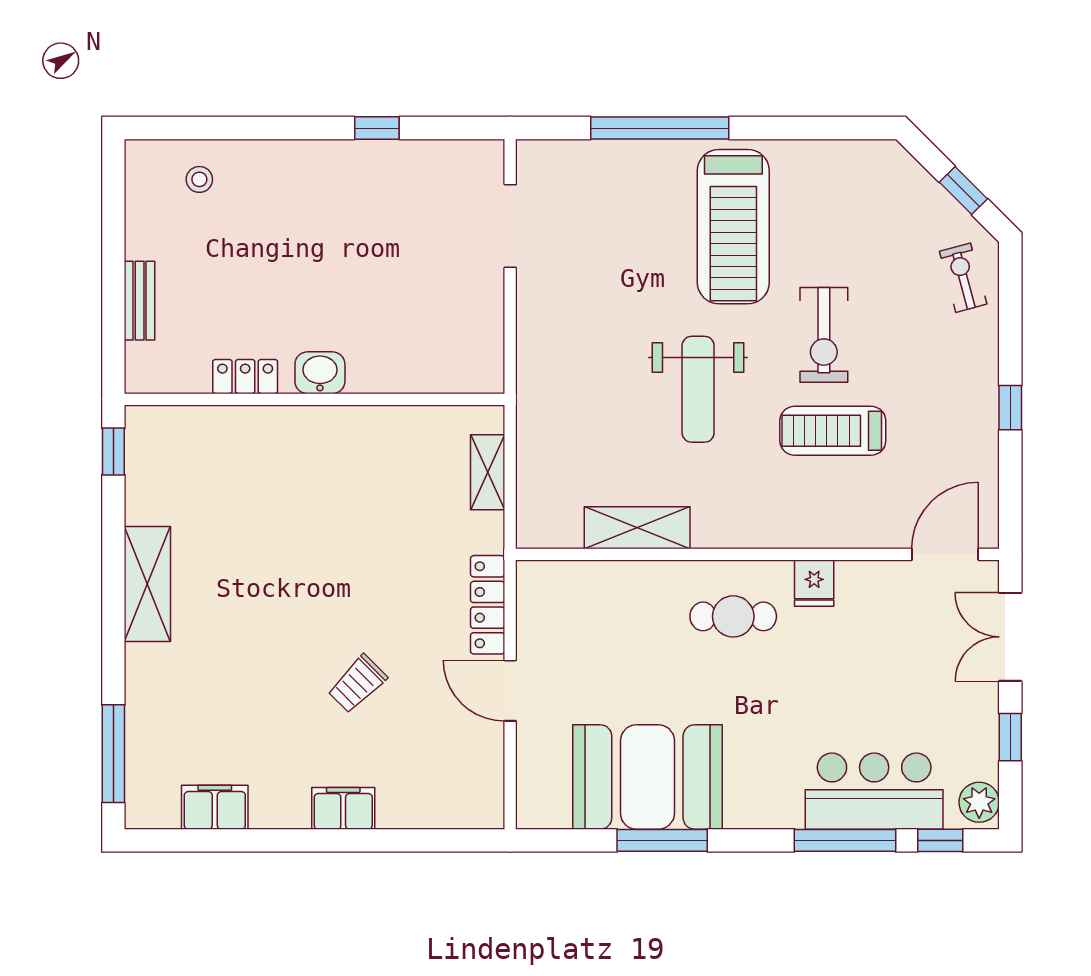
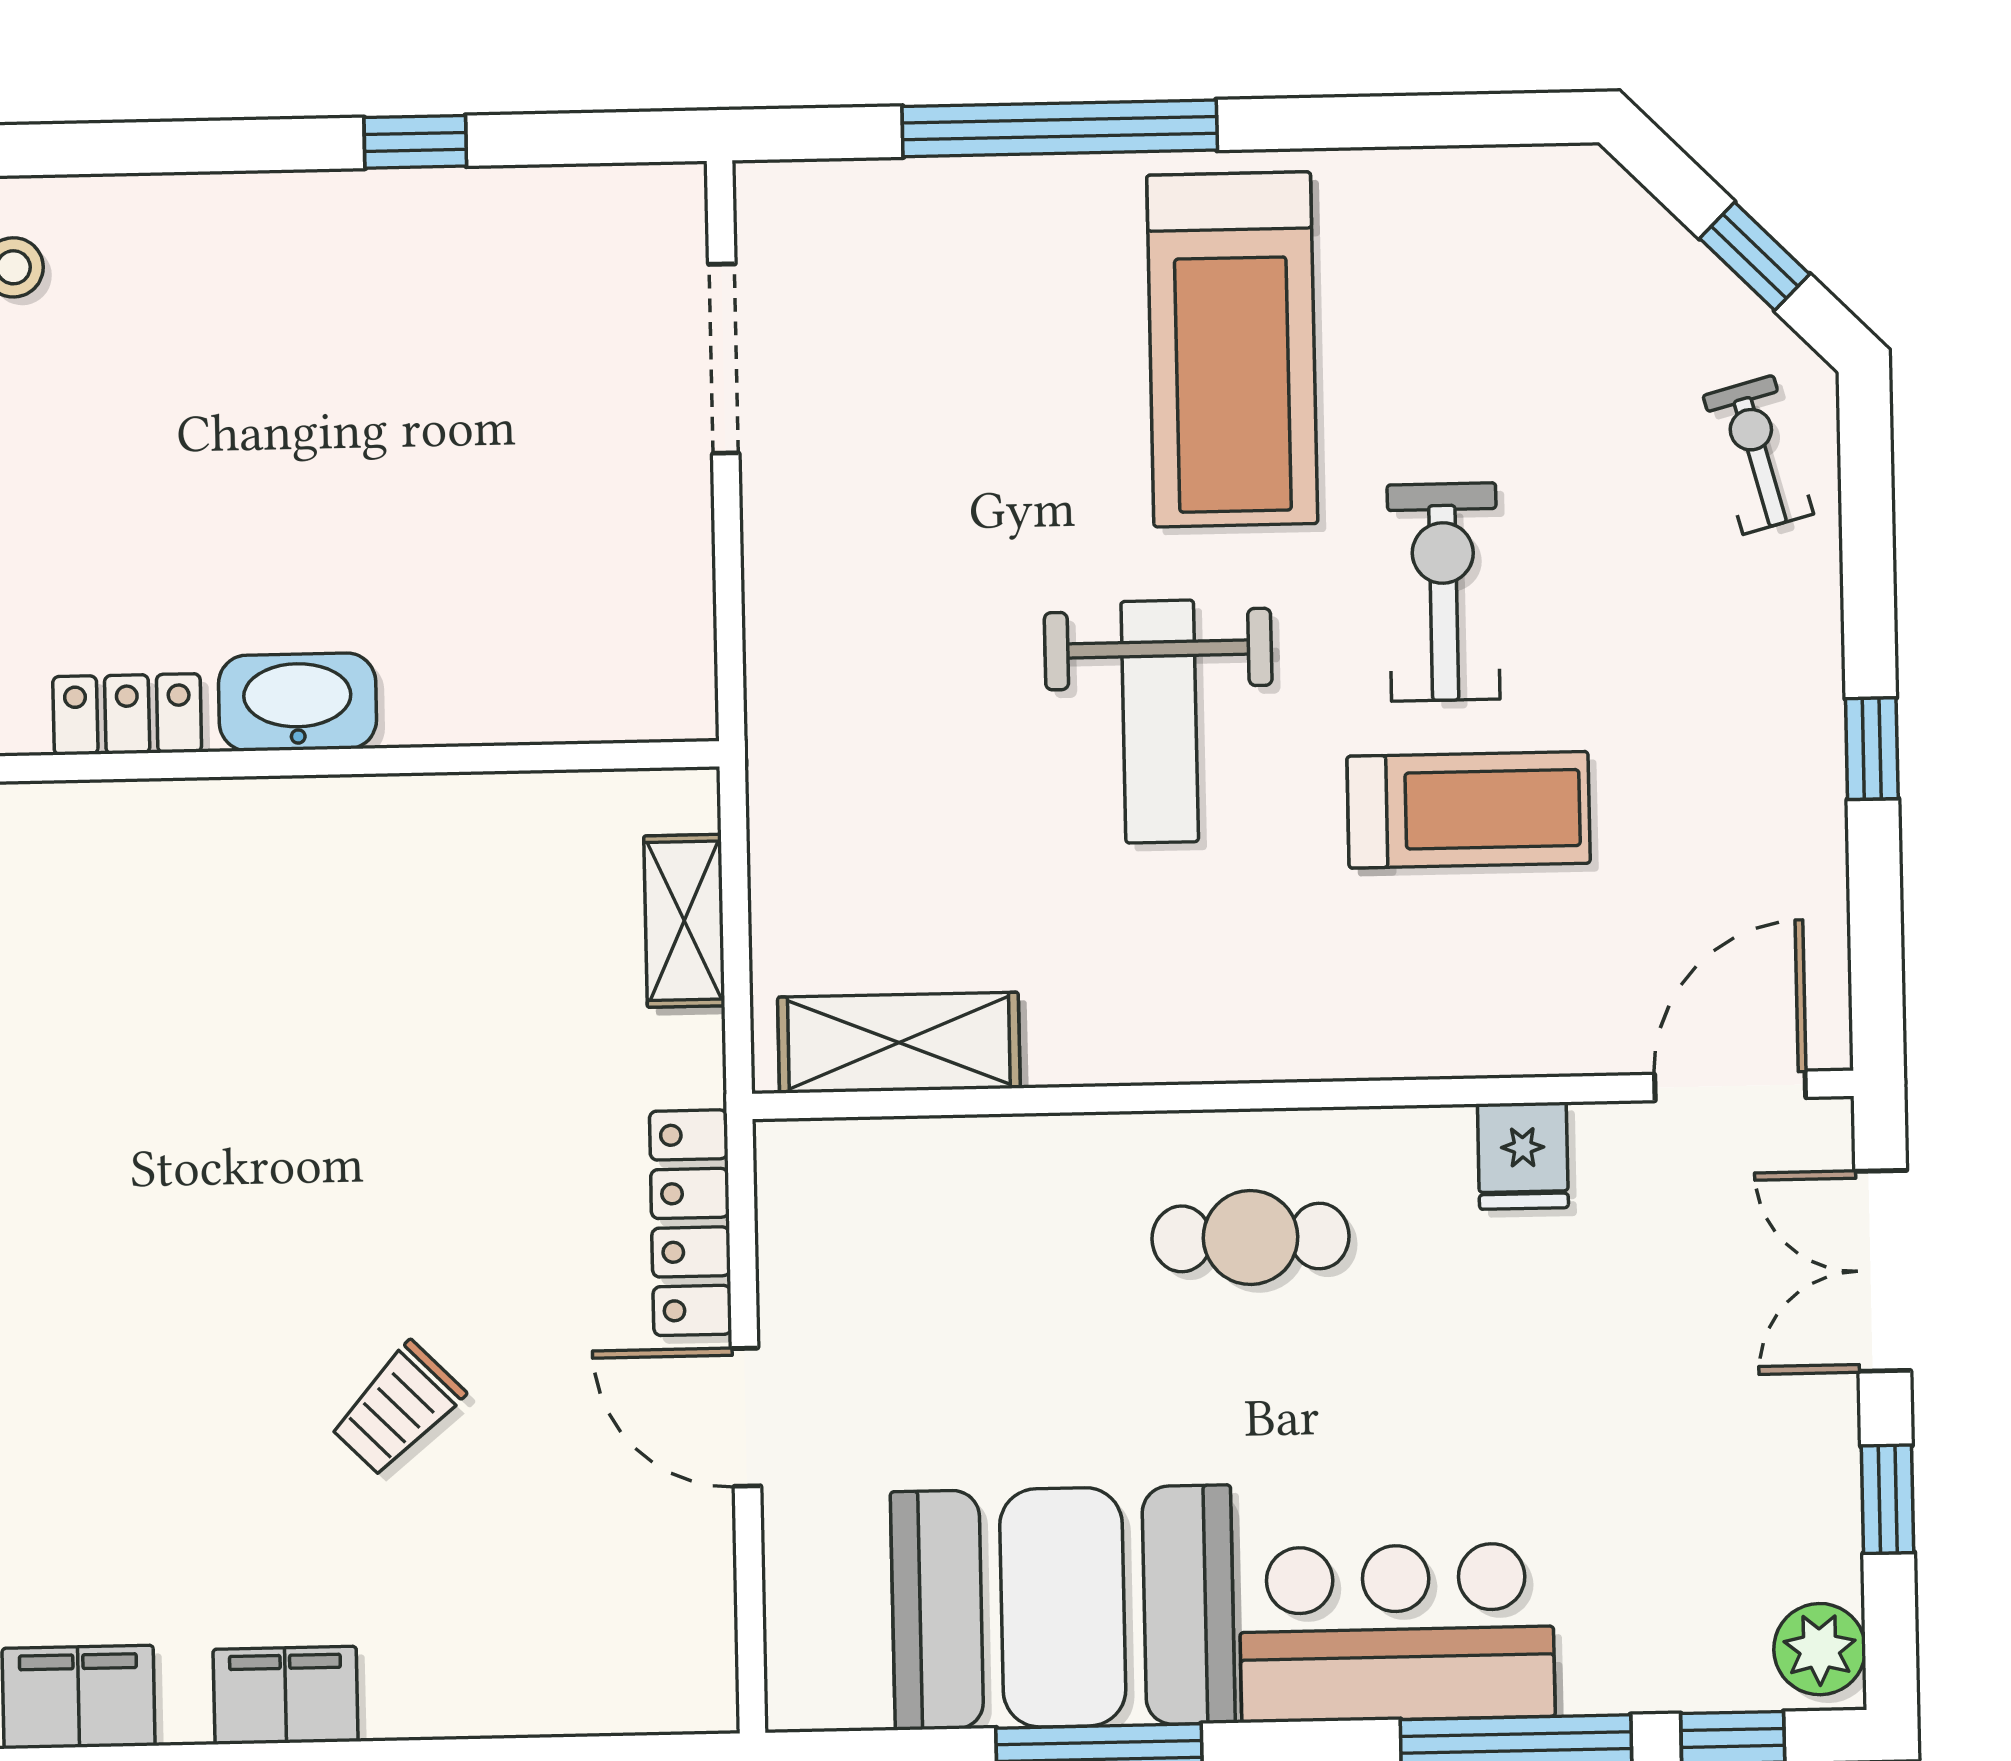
exercise bike: (824, 335) -> (1444, 592), turned 180
washbasin: (320, 373) -> (297, 702), width x1.38
treadmill: (833, 431) -> (1469, 810), turned 180
shelving: (637, 528) -> (899, 1043), moved
fridge: (814, 583) -> (1523, 1156), moved
bar counter: (874, 791) -> (1397, 1633), moved
filing cabinet: (343, 808) -> (286, 1695), moved

